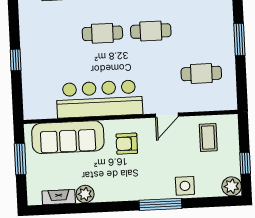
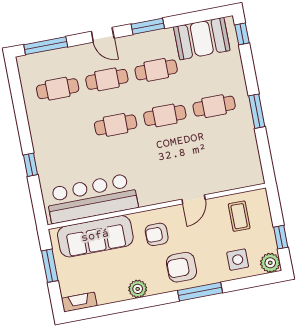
cafe table: (201, 73) -> (214, 106), moved
bar counter: (99, 99) -> (92, 198), moved
armchair: (146, 178) -> (181, 267), added
side table: (185, 186) -> (238, 260), moved
plant: (85, 194) -> (138, 289), moved
fireplace: (59, 197) -> (79, 302), moved

